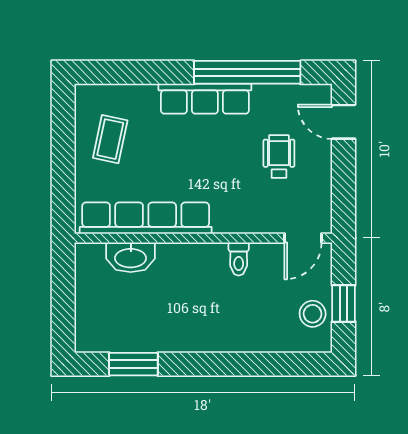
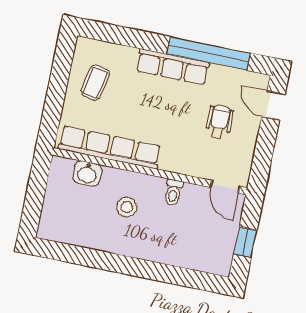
door: (303, 238) -> (225, 187), hinge flipped
washbasin: (131, 257) -> (87, 173), width x0.72
stool: (313, 314) -> (127, 207), moved
window: (133, 364) -> (78, 255), removed

